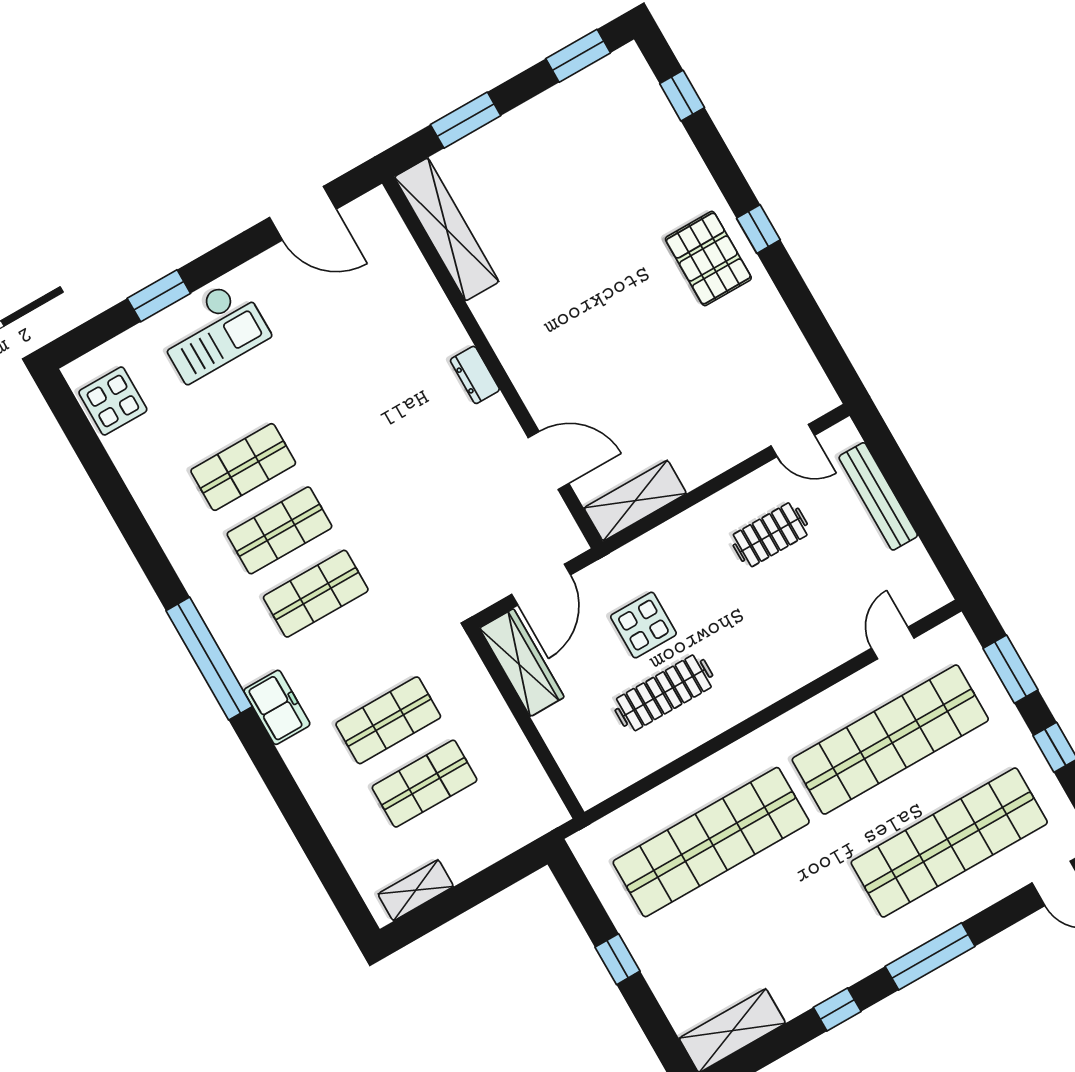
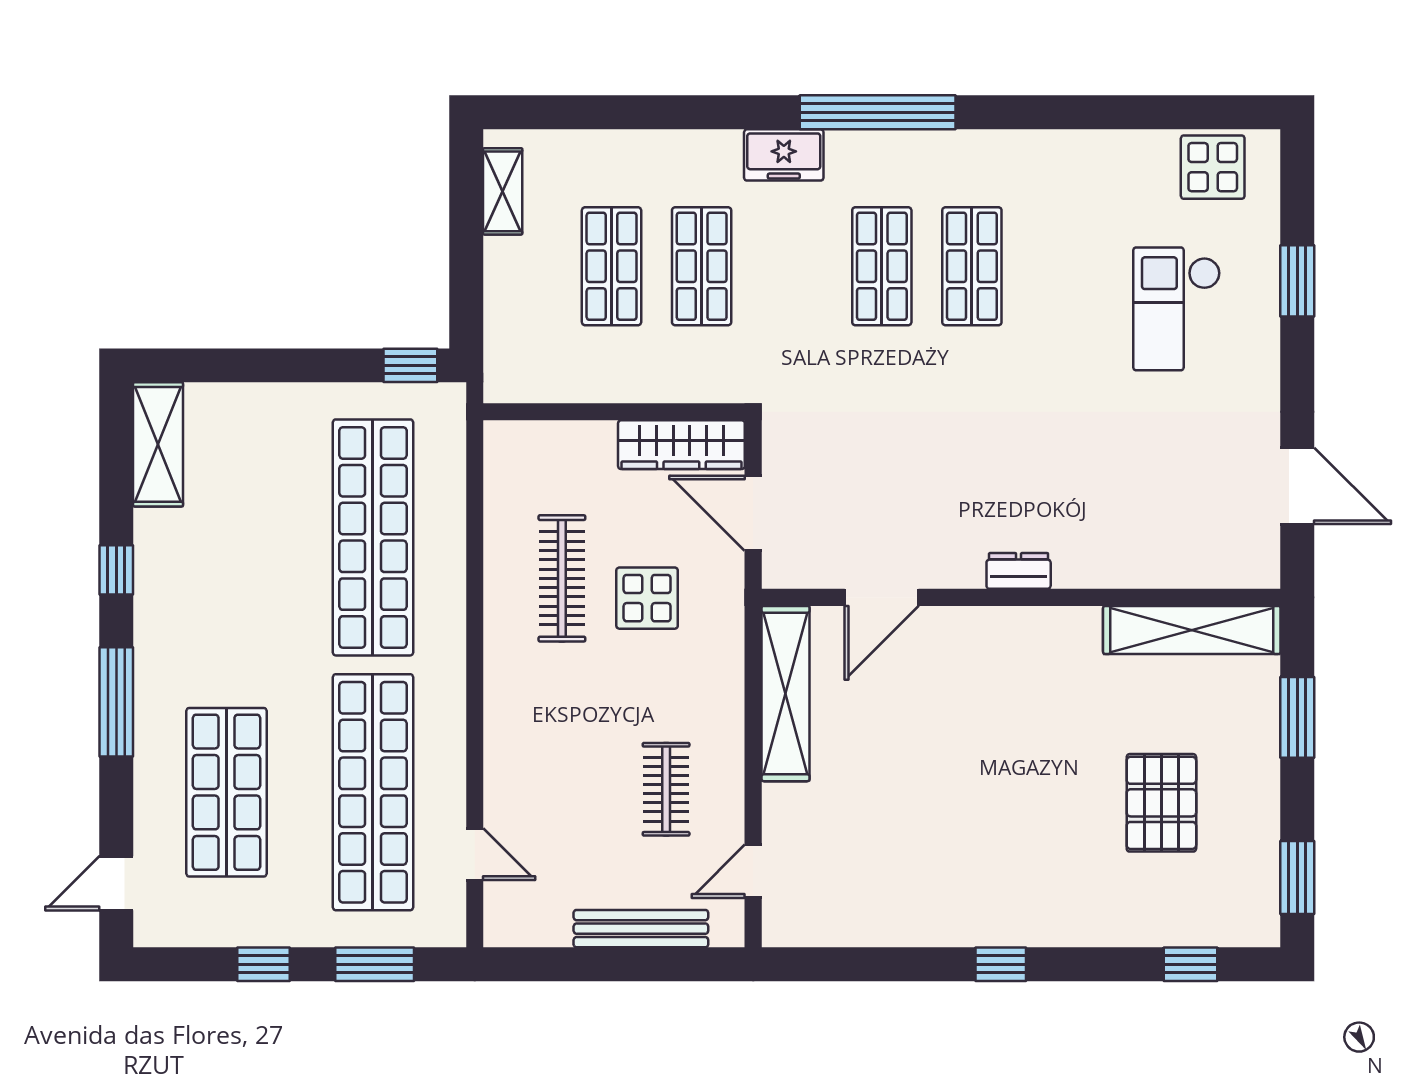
door: (303, 213) -> (1297, 486), swing flipped
pallet: (708, 259) -> (1161, 803), moved, turned 90
checkout: (212, 331) -> (1177, 309), moved
shop shelf: (243, 467) -> (1062, 266), removed
shelving: (635, 501) -> (786, 694), width x1.47
shop shelf: (949, 843) -> (226, 792), width x0.71
window: (618, 959) -> (410, 365), moved

